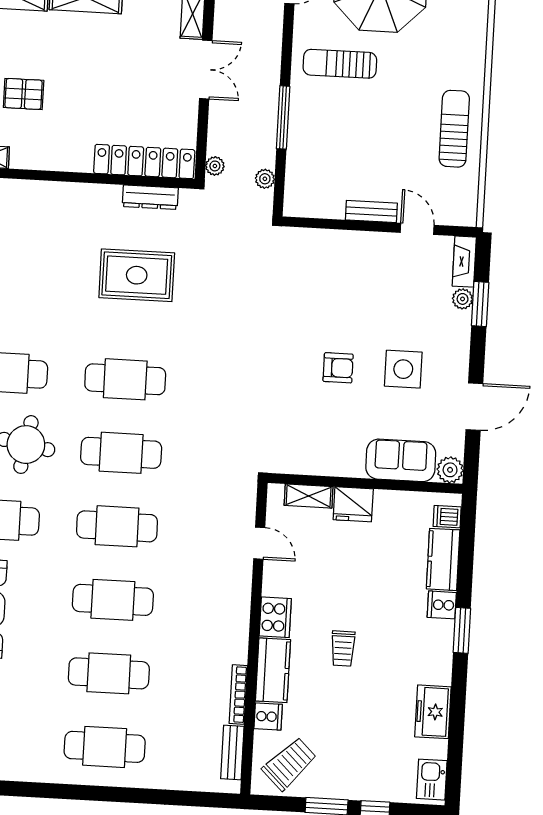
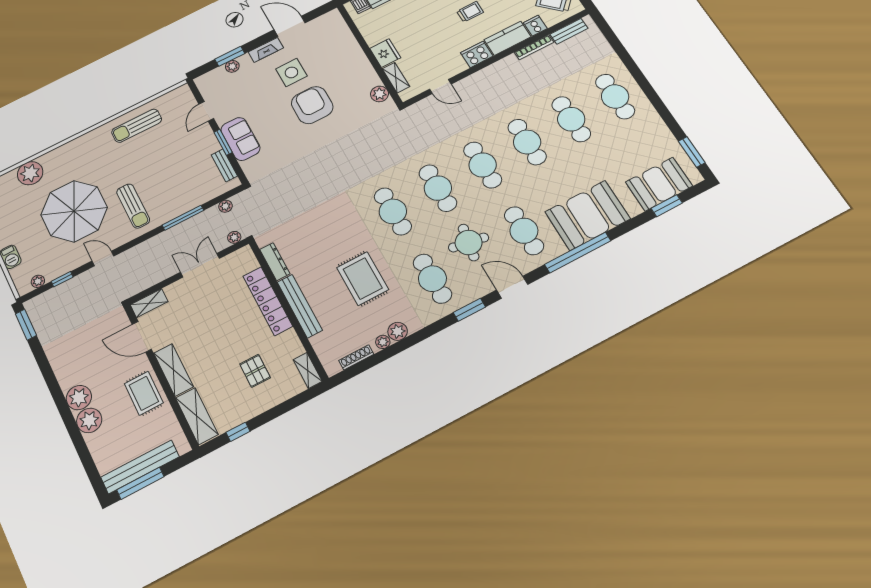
double door: (206, 70) -> (200, 265), moved
locker: (144, 162) -> (268, 301), moved
bench: (73, 194) -> (300, 306), added
bench: (371, 212) -> (224, 165), moved
window: (358, 226) -> (223, 142), added
fireplace: (464, 262) -> (266, 50), moved
rug: (137, 275) -> (363, 279), moved
armchair: (338, 368) -> (312, 105), width x1.88, depth x1.88
sofa: (401, 460) -> (240, 139), moved, turned 180
plant: (450, 470) -> (380, 94), moved
door: (259, 543) -> (440, 87), swing flipped

